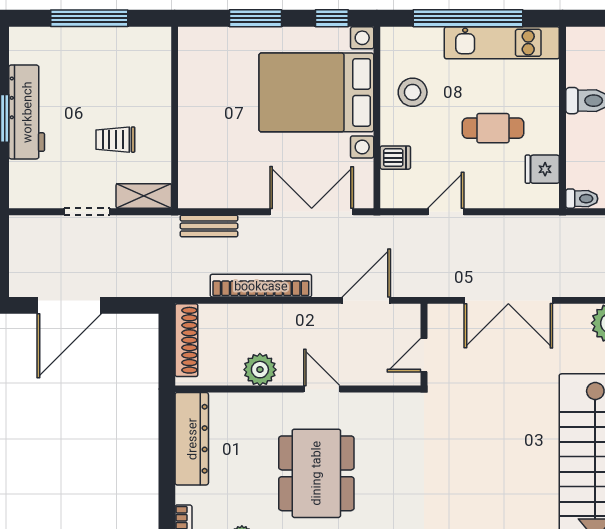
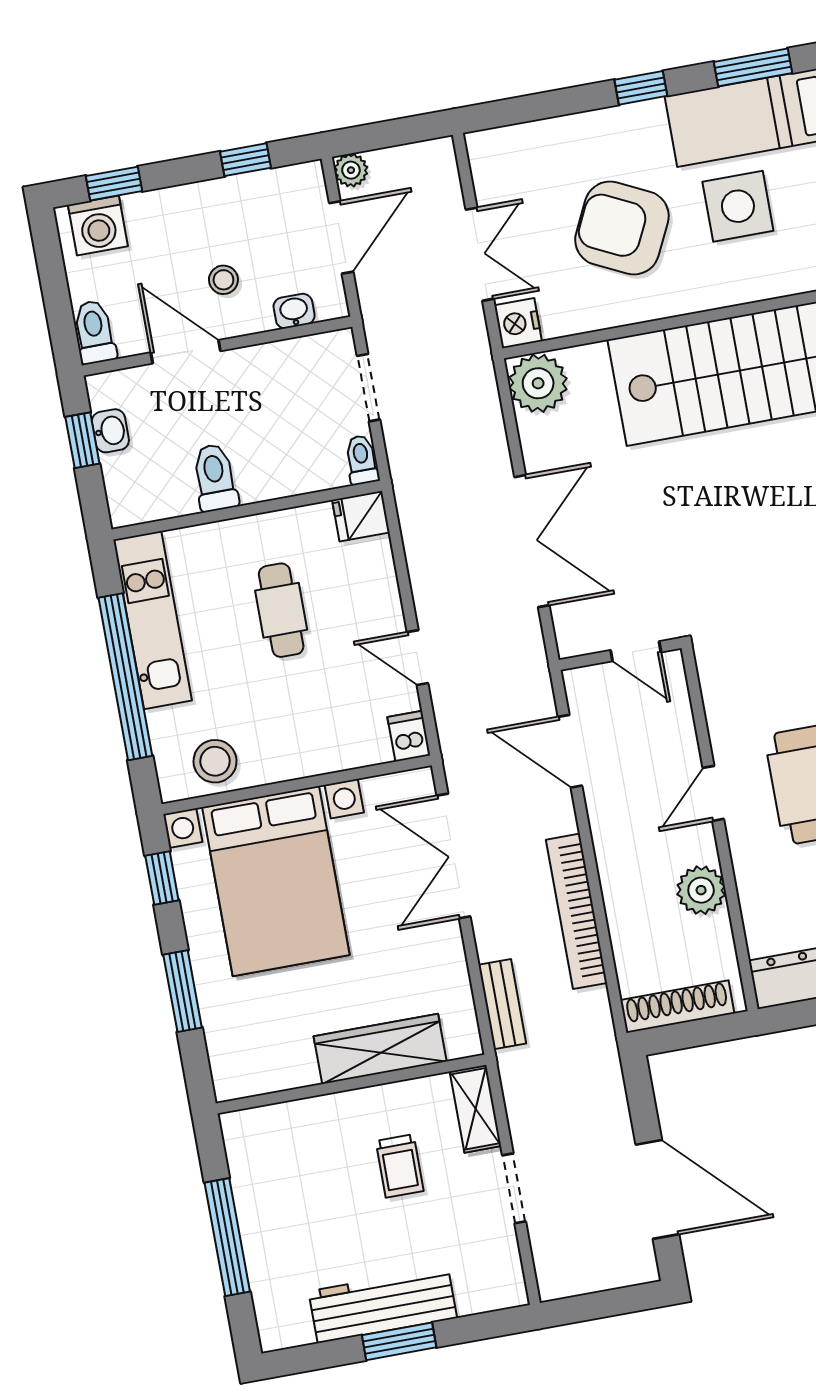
stool: (413, 92) -> (215, 761), moved
wardrobe: (194, 141) -> (380, 1049), added
dishwasher: (395, 158) -> (409, 736), moved
fridge: (542, 169) -> (361, 516), moved, turned 90

